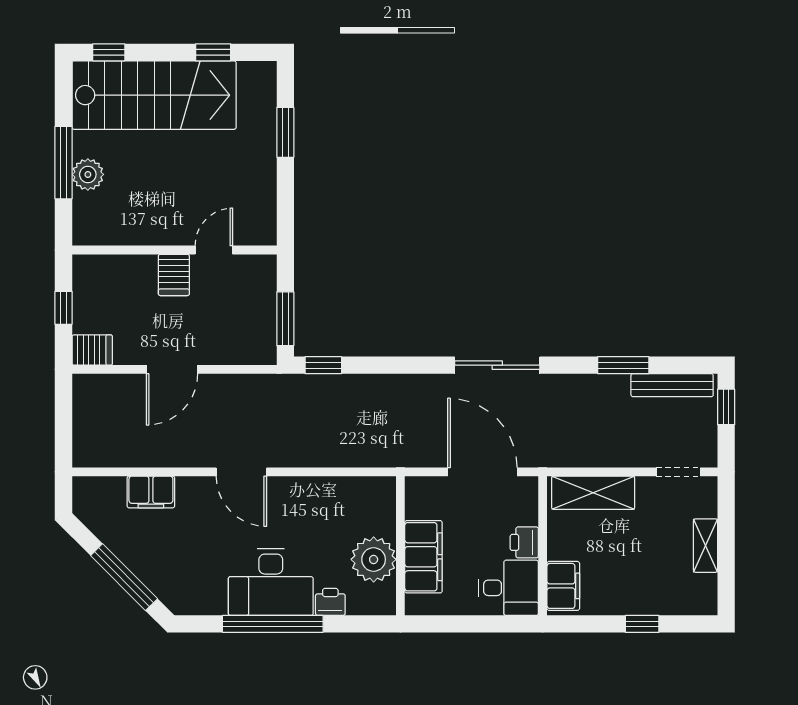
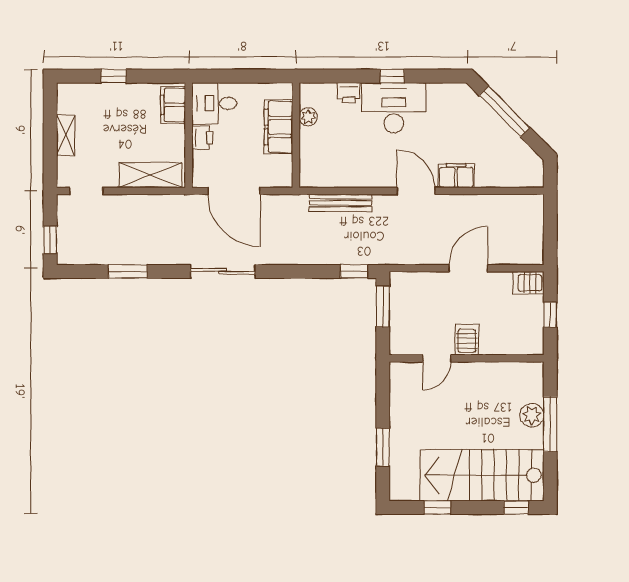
bench: (672, 385) -> (341, 203), moved
filing cabinet: (151, 492) -> (456, 176), moved
plant: (374, 559) -> (308, 117), width x0.53, depth x0.53
window: (273, 624) -> (392, 76), width x0.32

